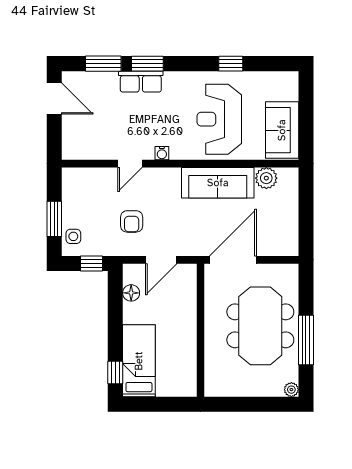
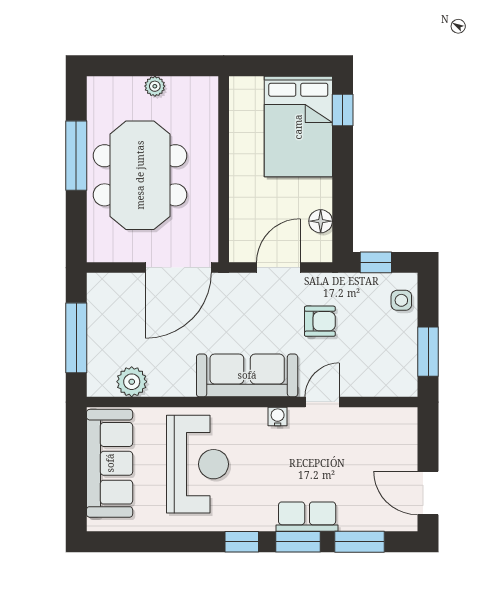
window: (231, 64) -> (242, 542), moved
sofa: (282, 130) -> (110, 463), width x1.36
sofa: (218, 183) -> (247, 375), moved
window: (306, 209) -> (76, 338), added
window: (54, 219) -> (428, 352), moved
armchair: (132, 221) -> (320, 321), turned 90
bed: (139, 361) -> (298, 127), width x1.50
plant: (291, 390) -> (155, 86), moved

